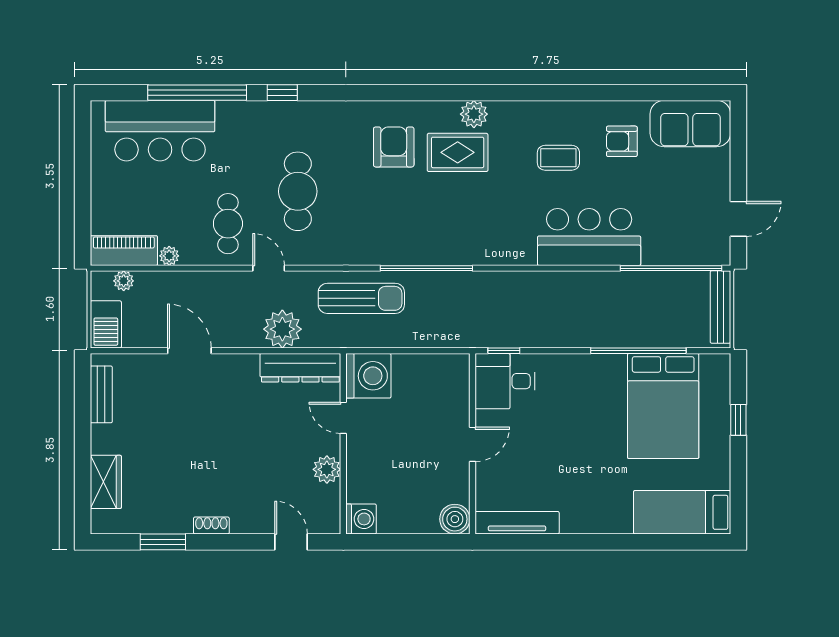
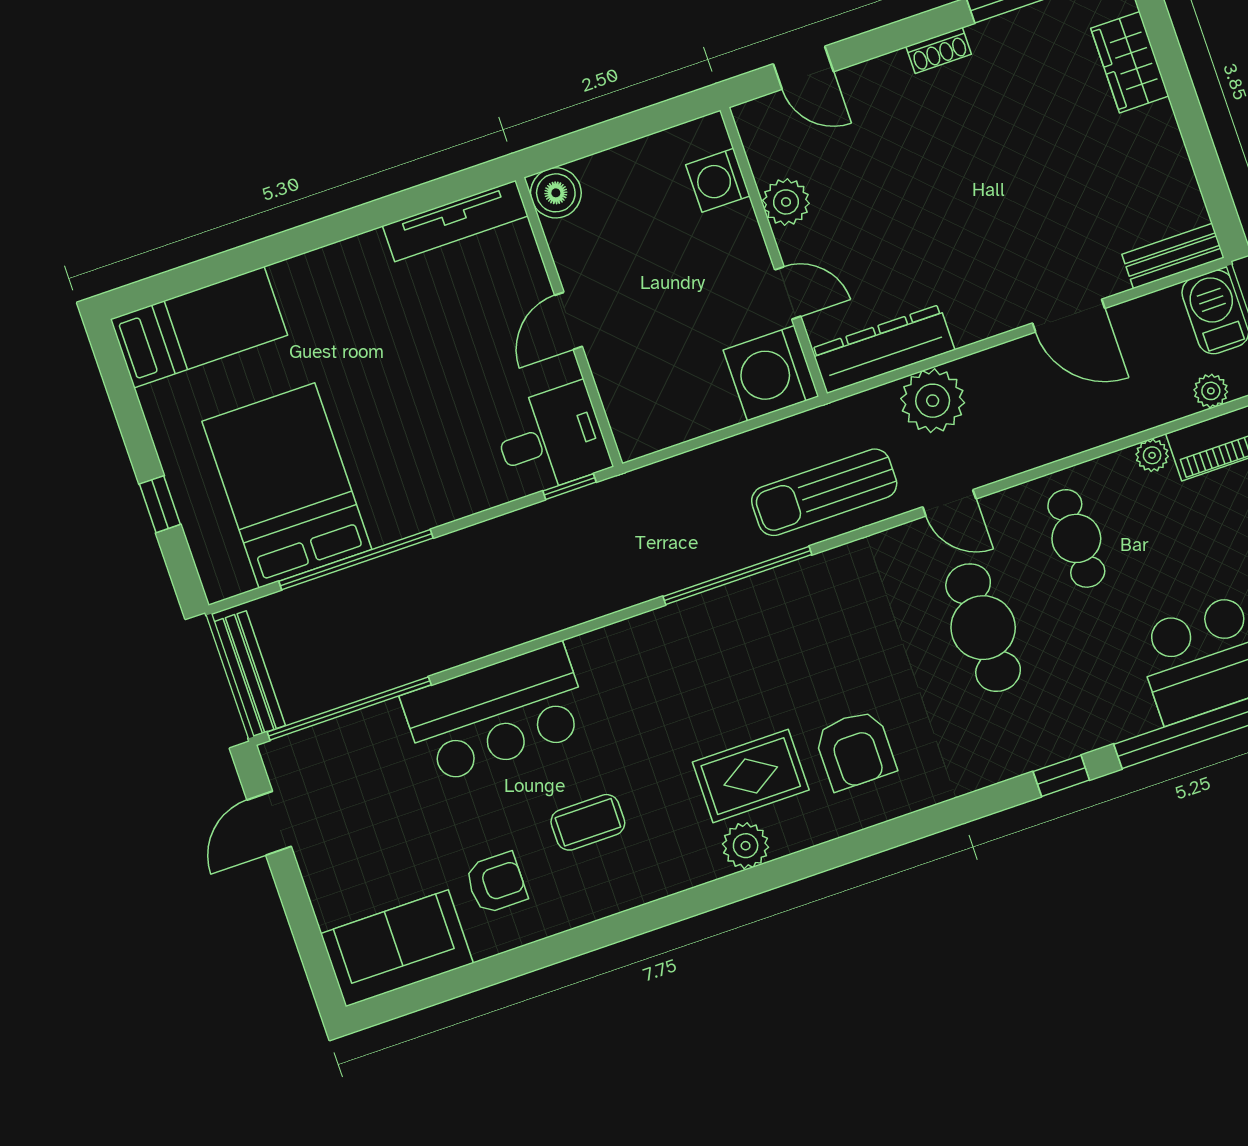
door: (269, 268) -> (949, 503), moved
bench: (101, 394) -> (1173, 256), moved, turned 90
washing machine: (361, 519) -> (718, 180), moved

